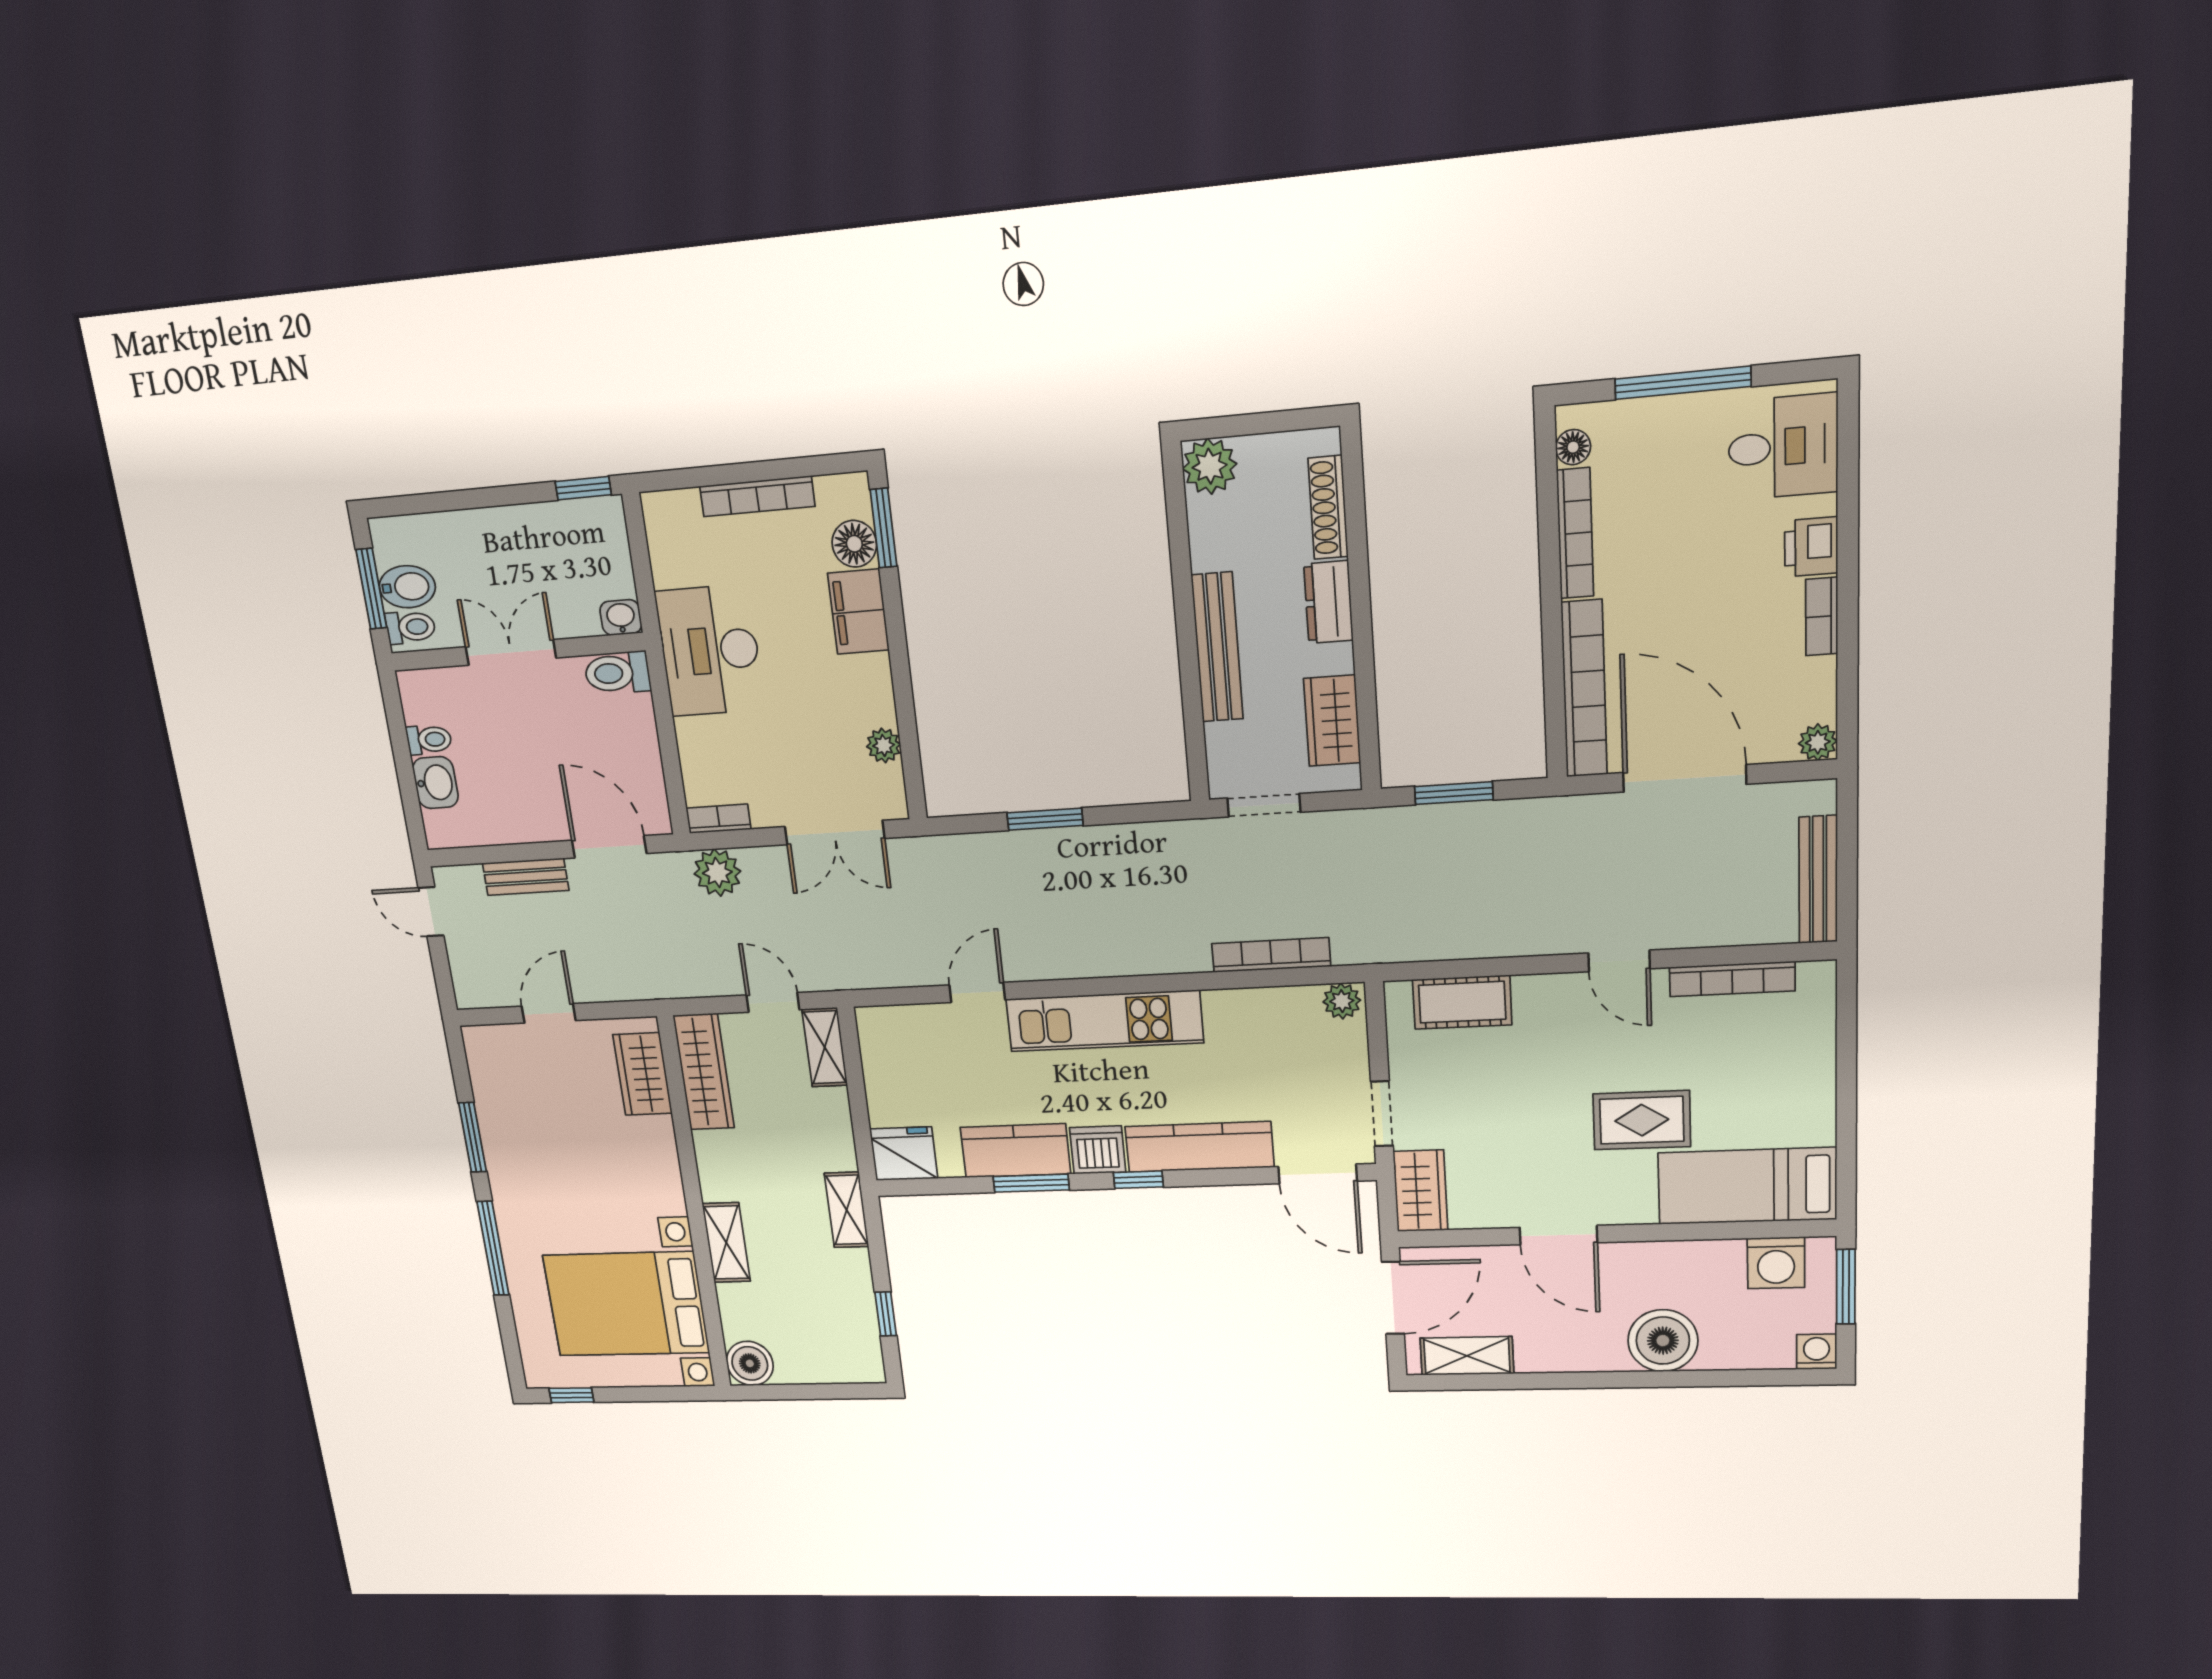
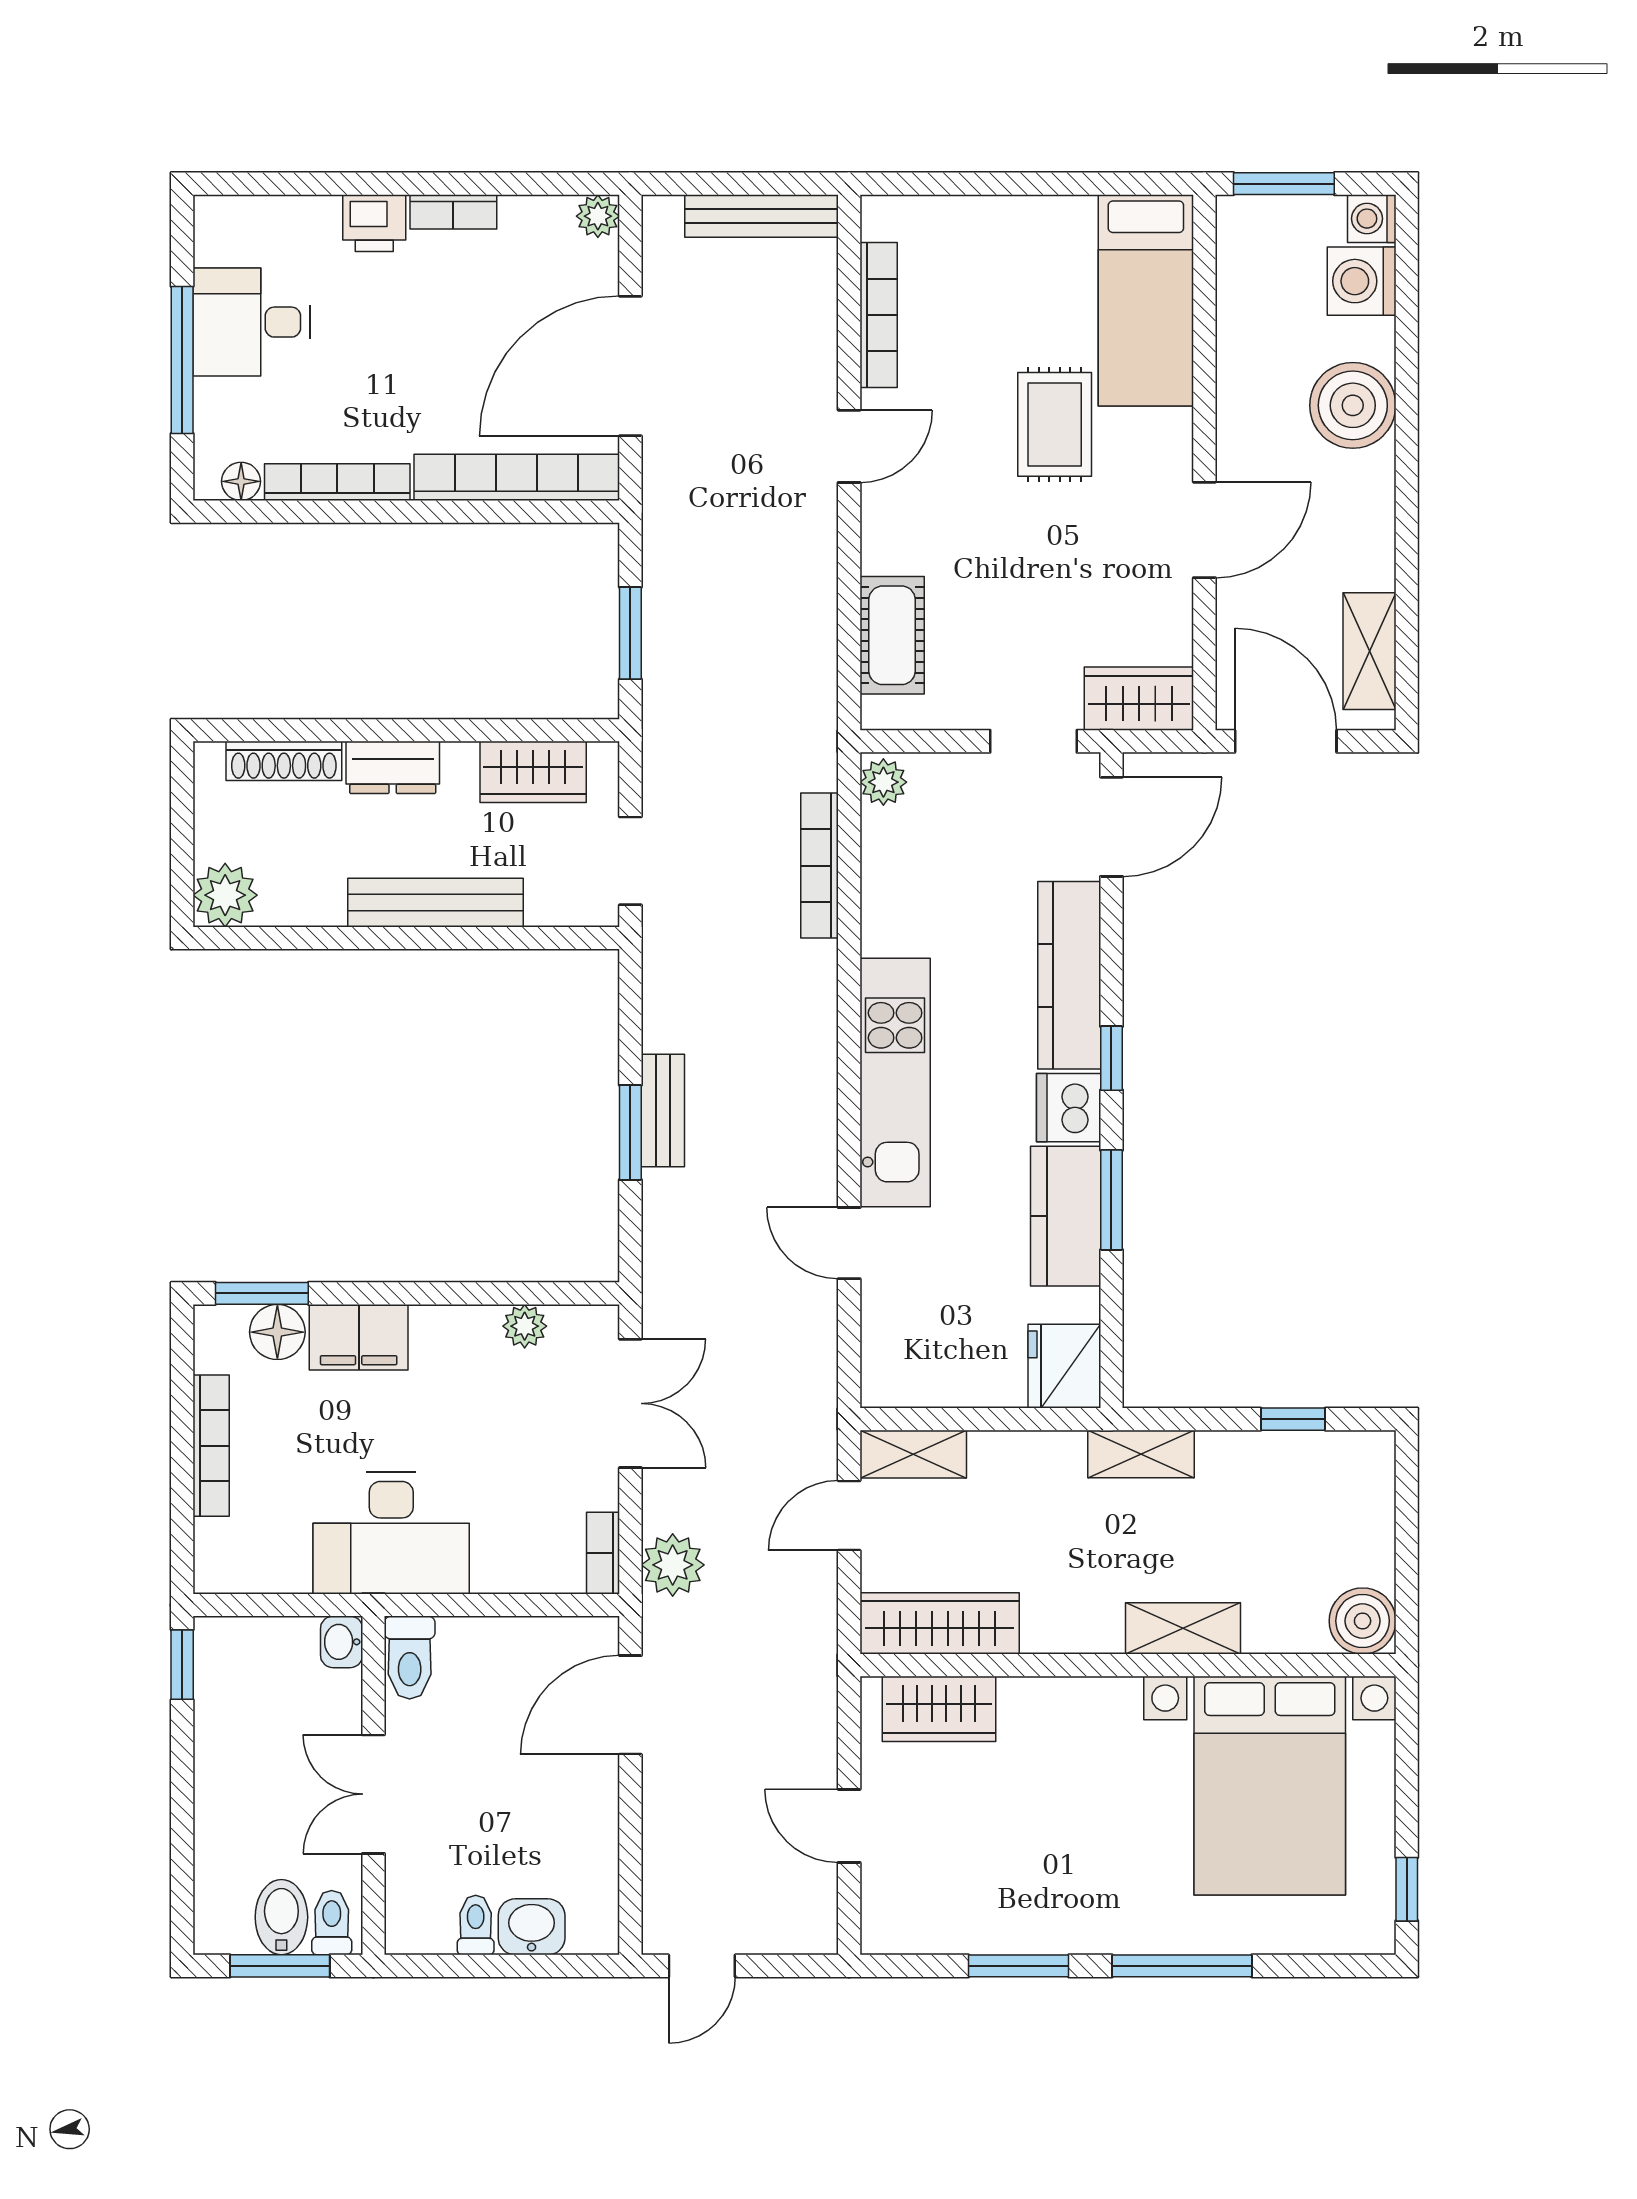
desk: (1783, 447) -> (251, 322), moved, turned -90
bench: (526, 877) -> (663, 1110), moved
washing machine: (1776, 1263) -> (1362, 281), moved, turned 180

